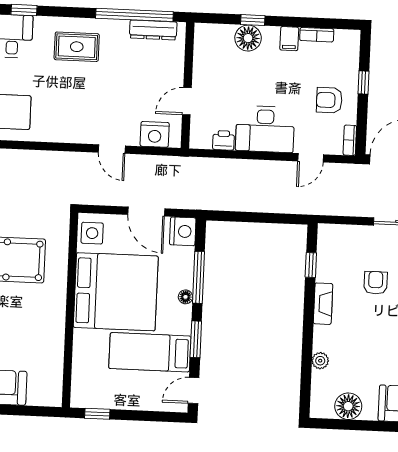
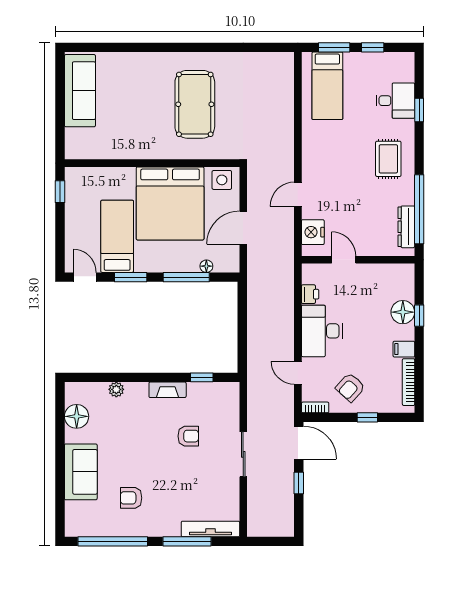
bookcase: (317, 35) -> (409, 382), width x1.56
armchair: (329, 100) -> (350, 387), turned -138
nightstand: (183, 231) -> (227, 261), removed
floor lamp: (185, 297) -> (206, 266), moved

